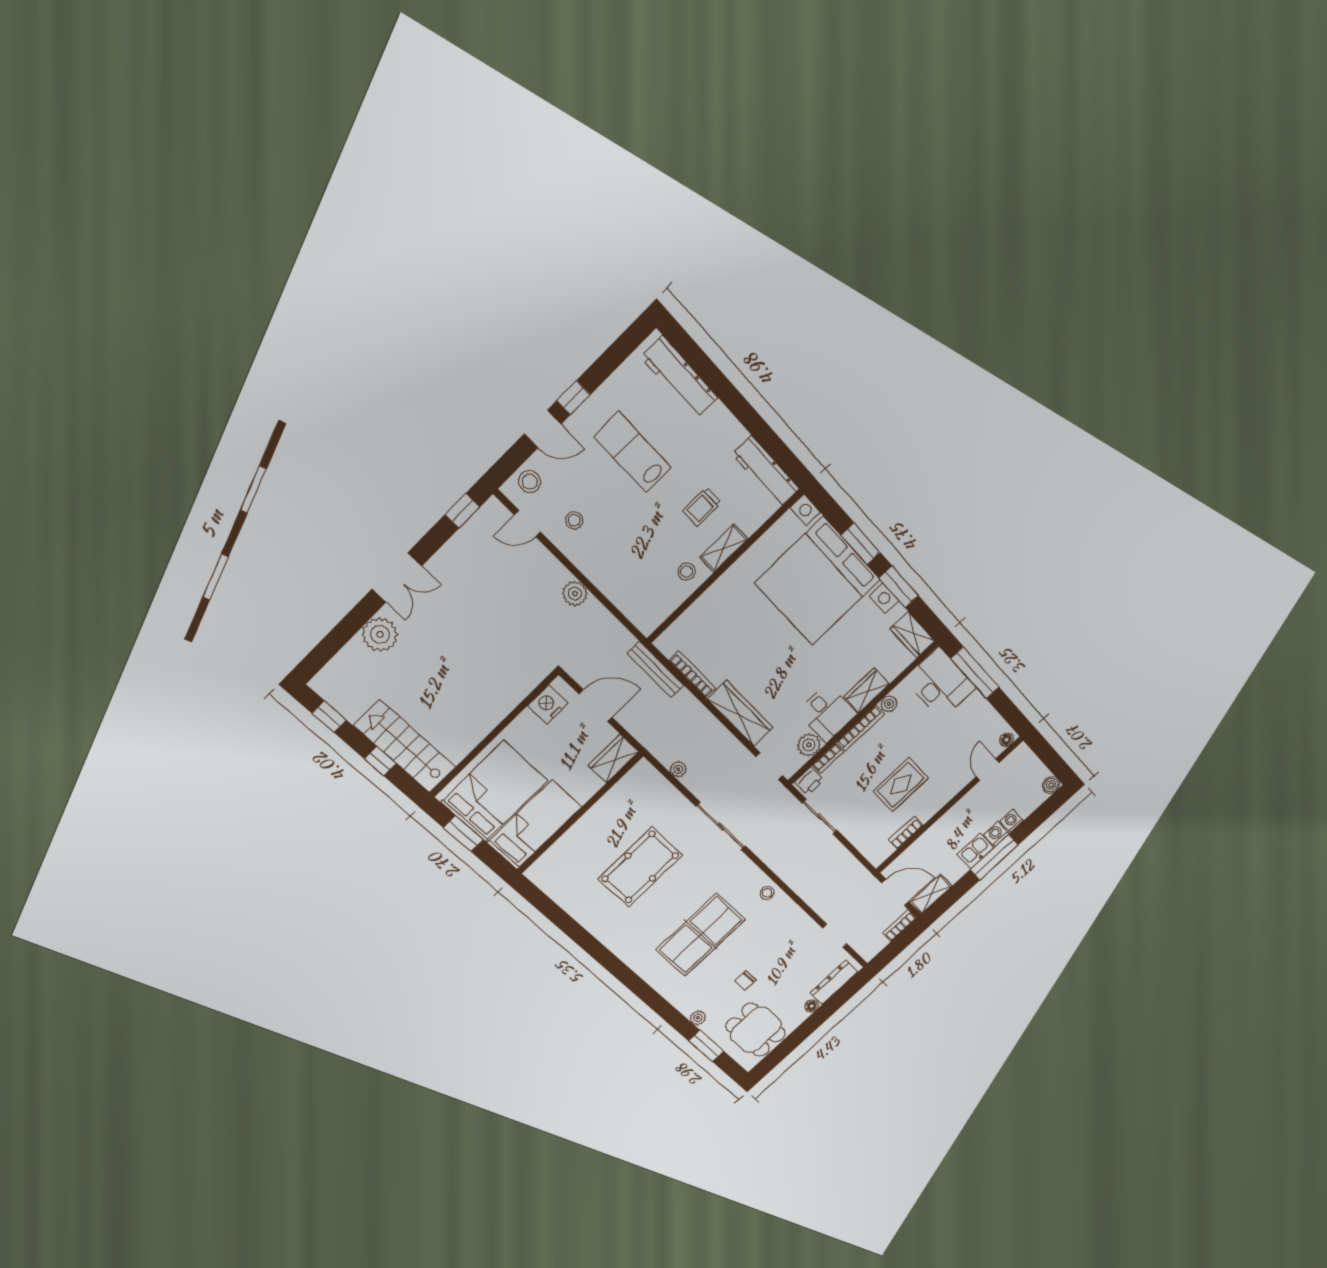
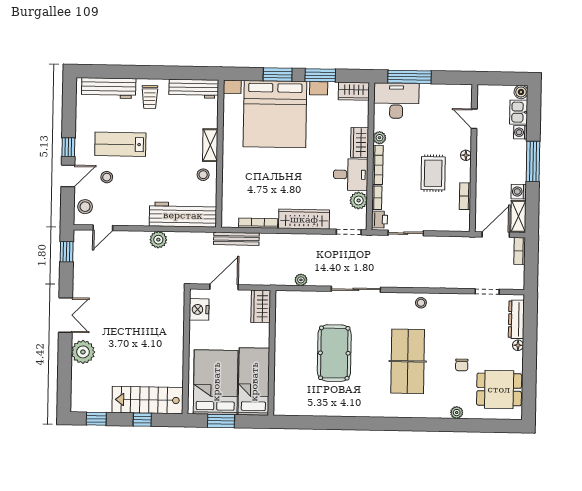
trolley: (702, 507) -> (150, 97), moved
stool: (574, 520) -> (107, 177), moved
workbench: (626, 592) -> (183, 215), added
floor lamp: (1006, 740) -> (466, 155), moved
washing machine: (996, 834) -> (519, 192), moved
kitchen sink: (975, 851) -> (519, 112), moved
window: (706, 1046) -> (479, 425), removed

